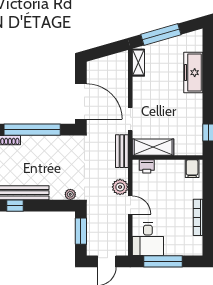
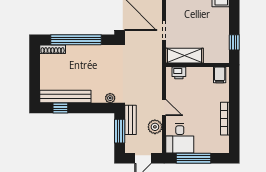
bench: (122, 151) -> (130, 120), moved
plant: (120, 187) -> (155, 127), moved

